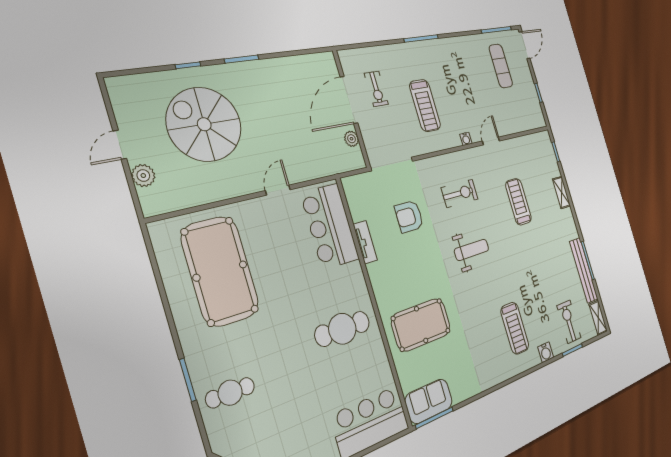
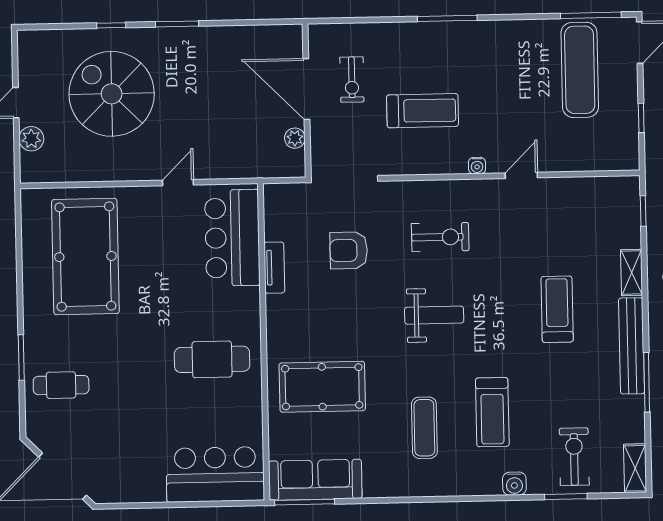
exercise mat: (501, 66) -> (580, 70), width x1.36, depth x1.45
door: (349, 100) -> (306, 89), hinge flipped
treadmill: (425, 105) -> (423, 111), turned -90
treadmill: (518, 202) -> (557, 309), moved
bench: (584, 270) -> (632, 346), moved
treadmill: (515, 328) -> (492, 412), moved
exercise mat: (488, 332) -> (424, 428), added
sofa: (429, 401) -> (315, 480), width x1.36

